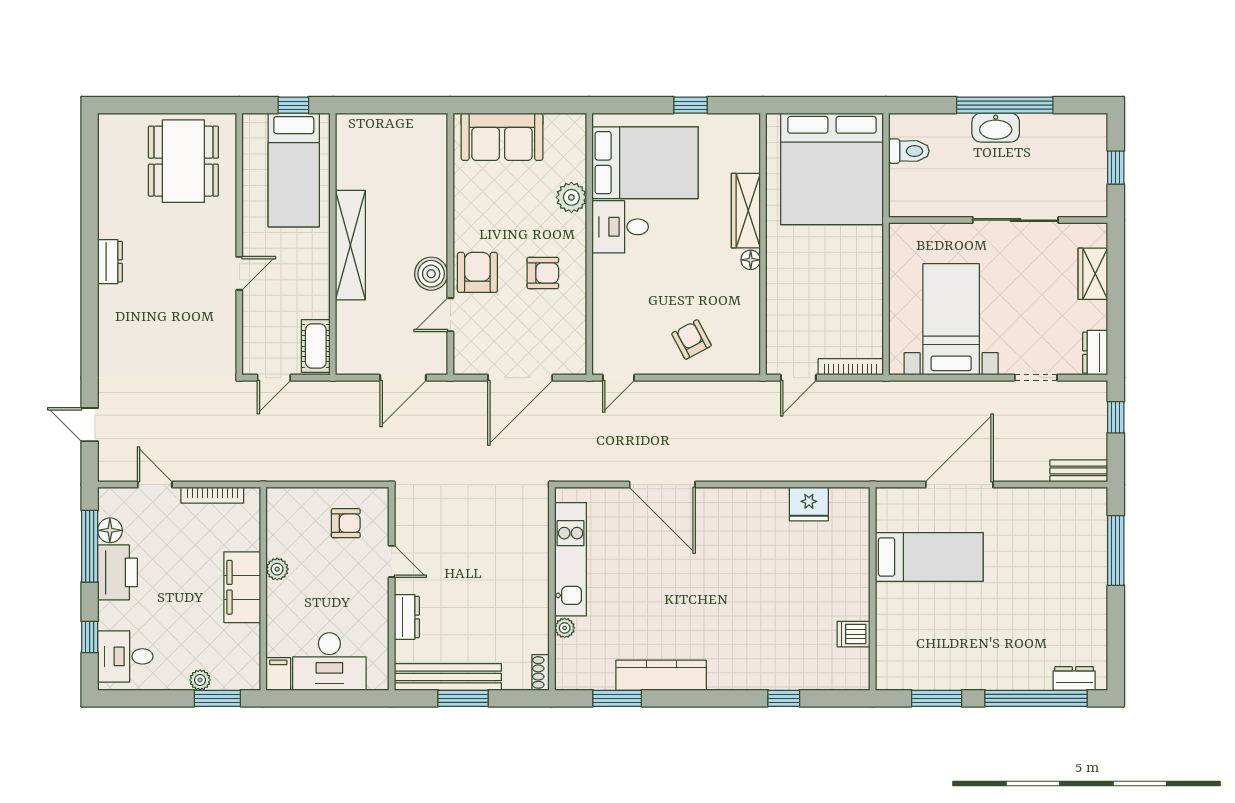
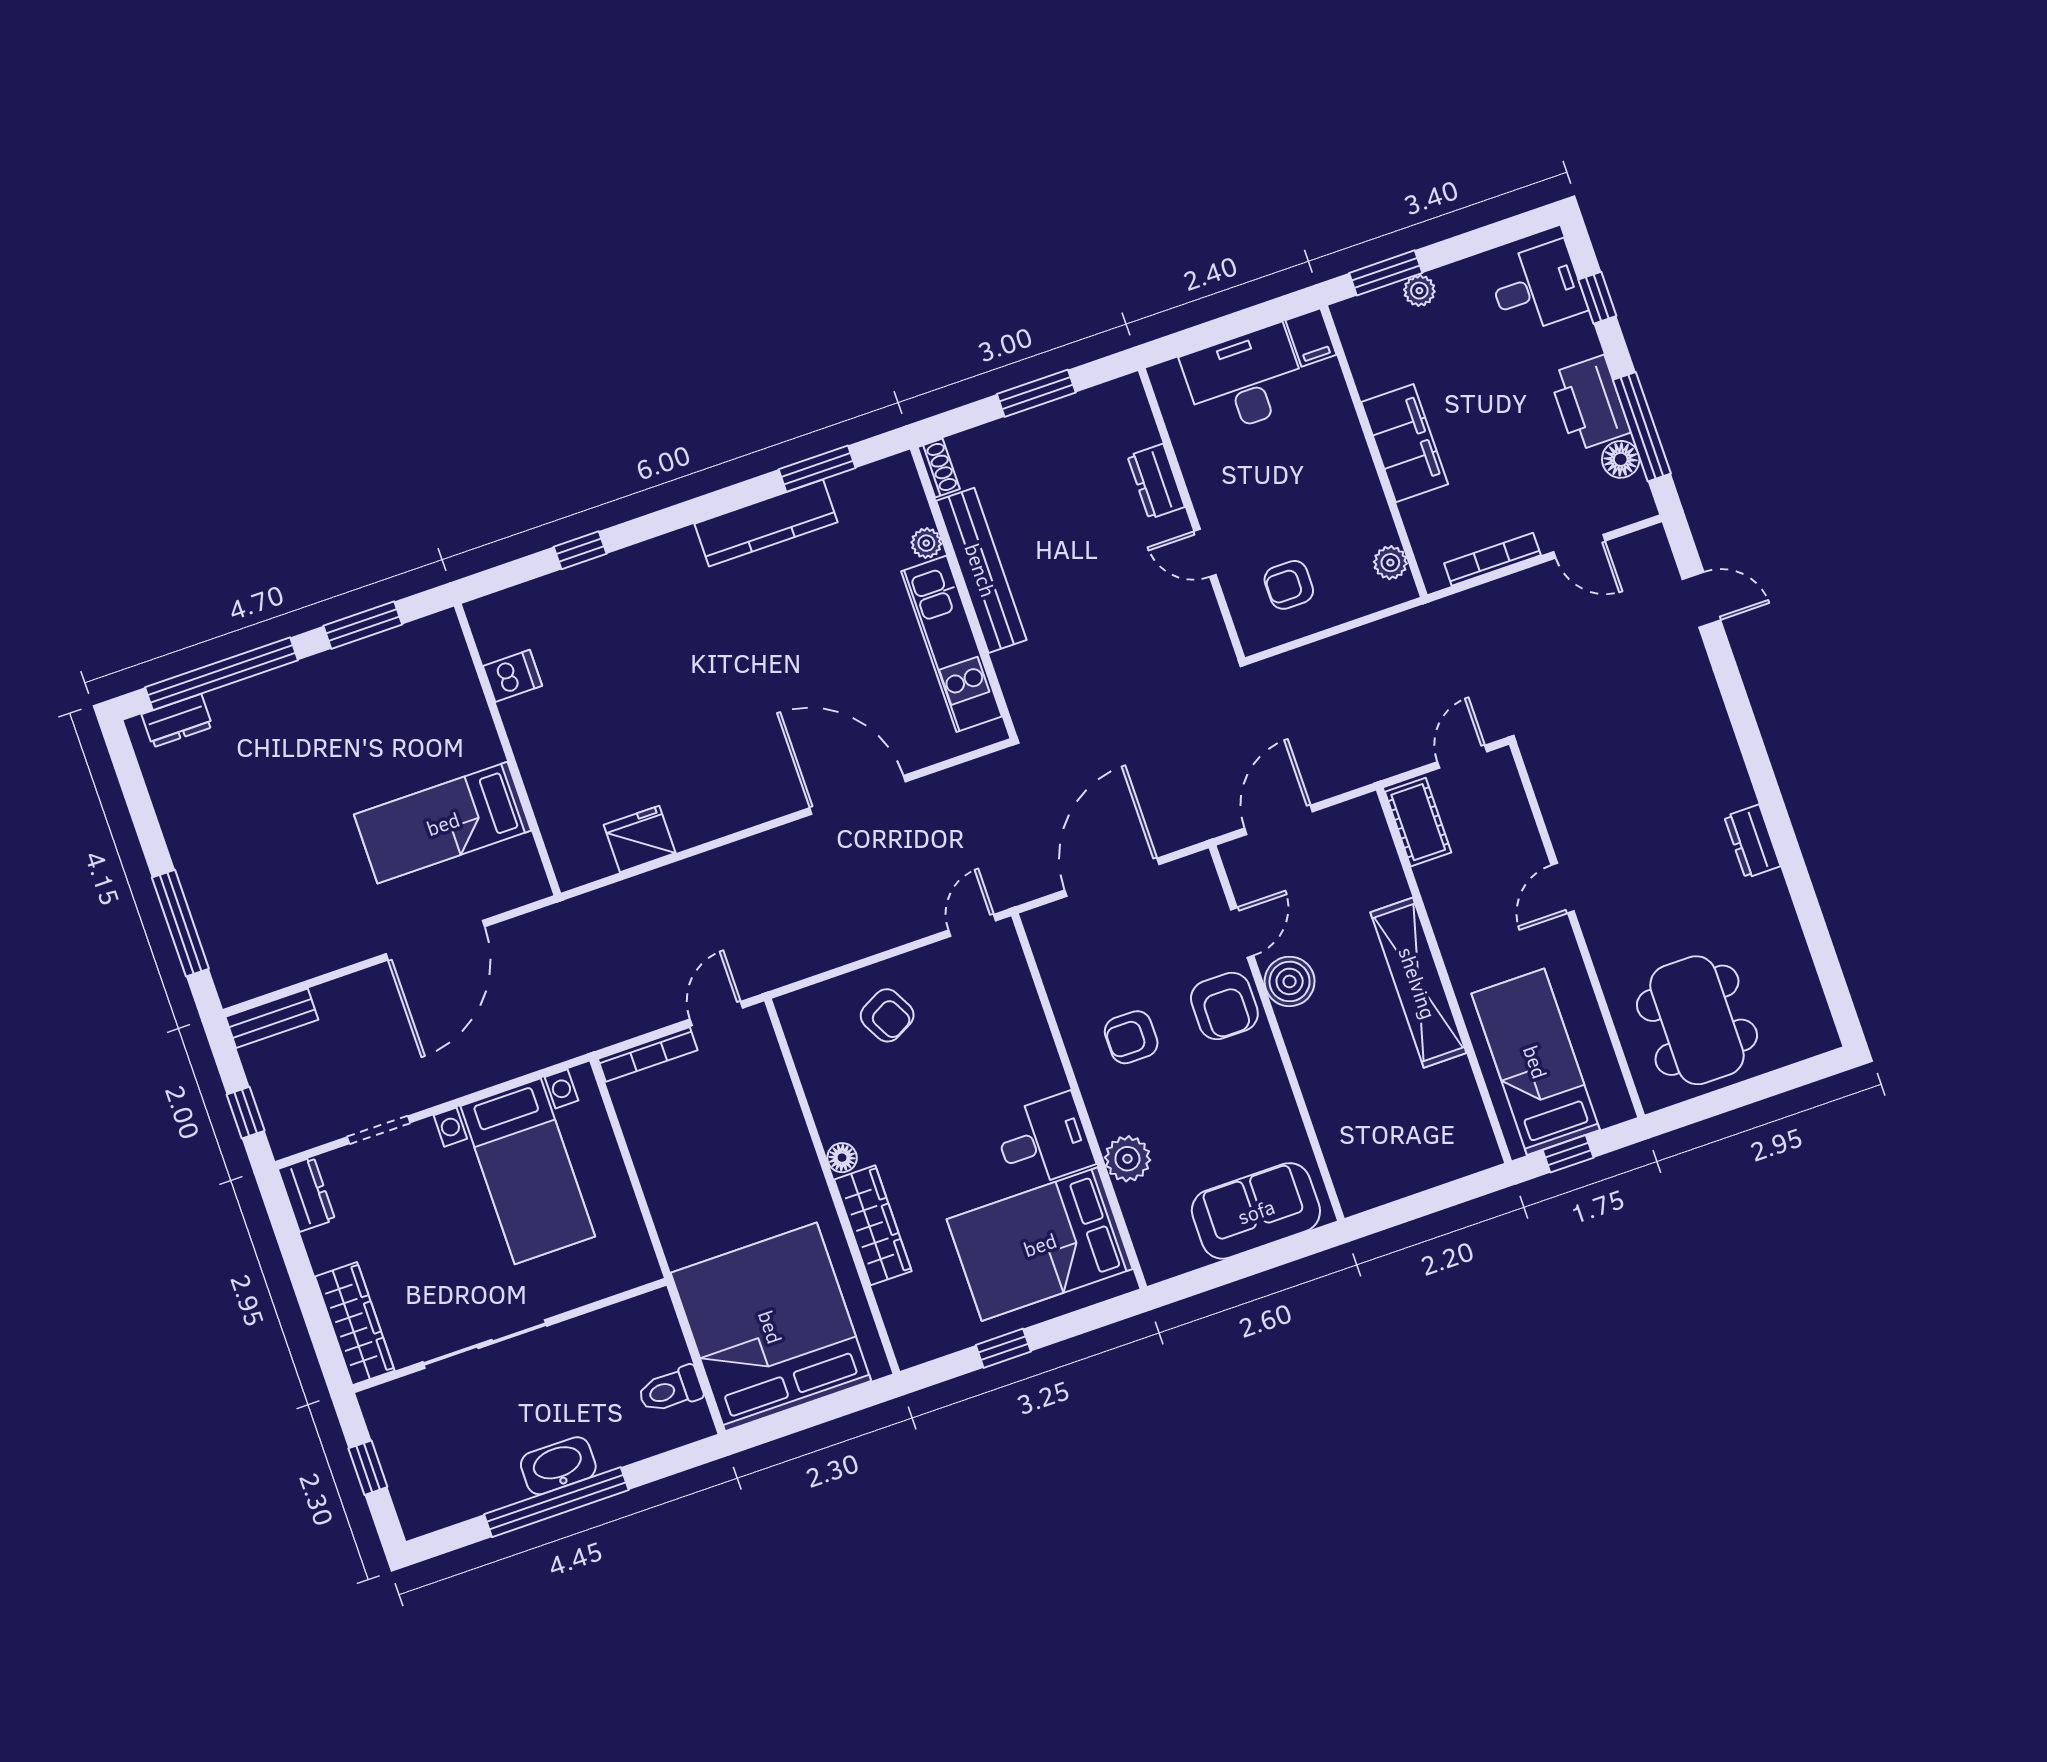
wardrobe: (1093, 274) -> (355, 1324), width x1.50
plant: (277, 569) -> (1390, 563), moved
bench: (448, 677) -> (981, 570), moved, turned 90

